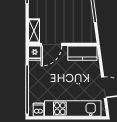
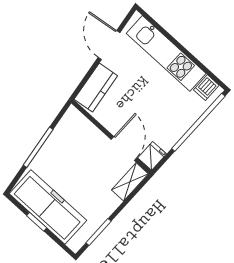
door: (51, 44) -> (124, 148), hinge flipped
kitchen counter: (82, 53) -> (96, 88), moved, turned 82

